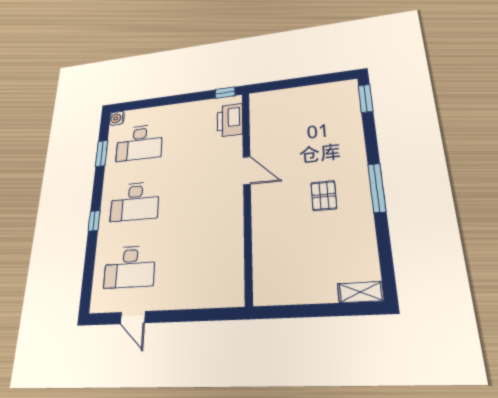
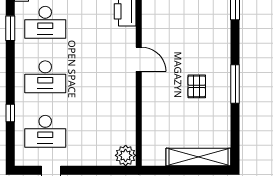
window: (94, 221) -> (10, 113), moved
shelving: (361, 292) -> (198, 157), width x2.20, depth x1.33
plant: (231, 293) -> (126, 155), added

